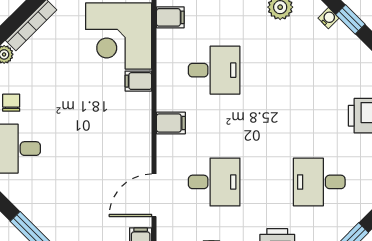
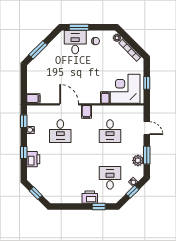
filing cabinet: (170, 17) -> (133, 112), removed
desk: (319, 182) -> (110, 178), moved
door: (154, 195) -> (69, 104), moved

